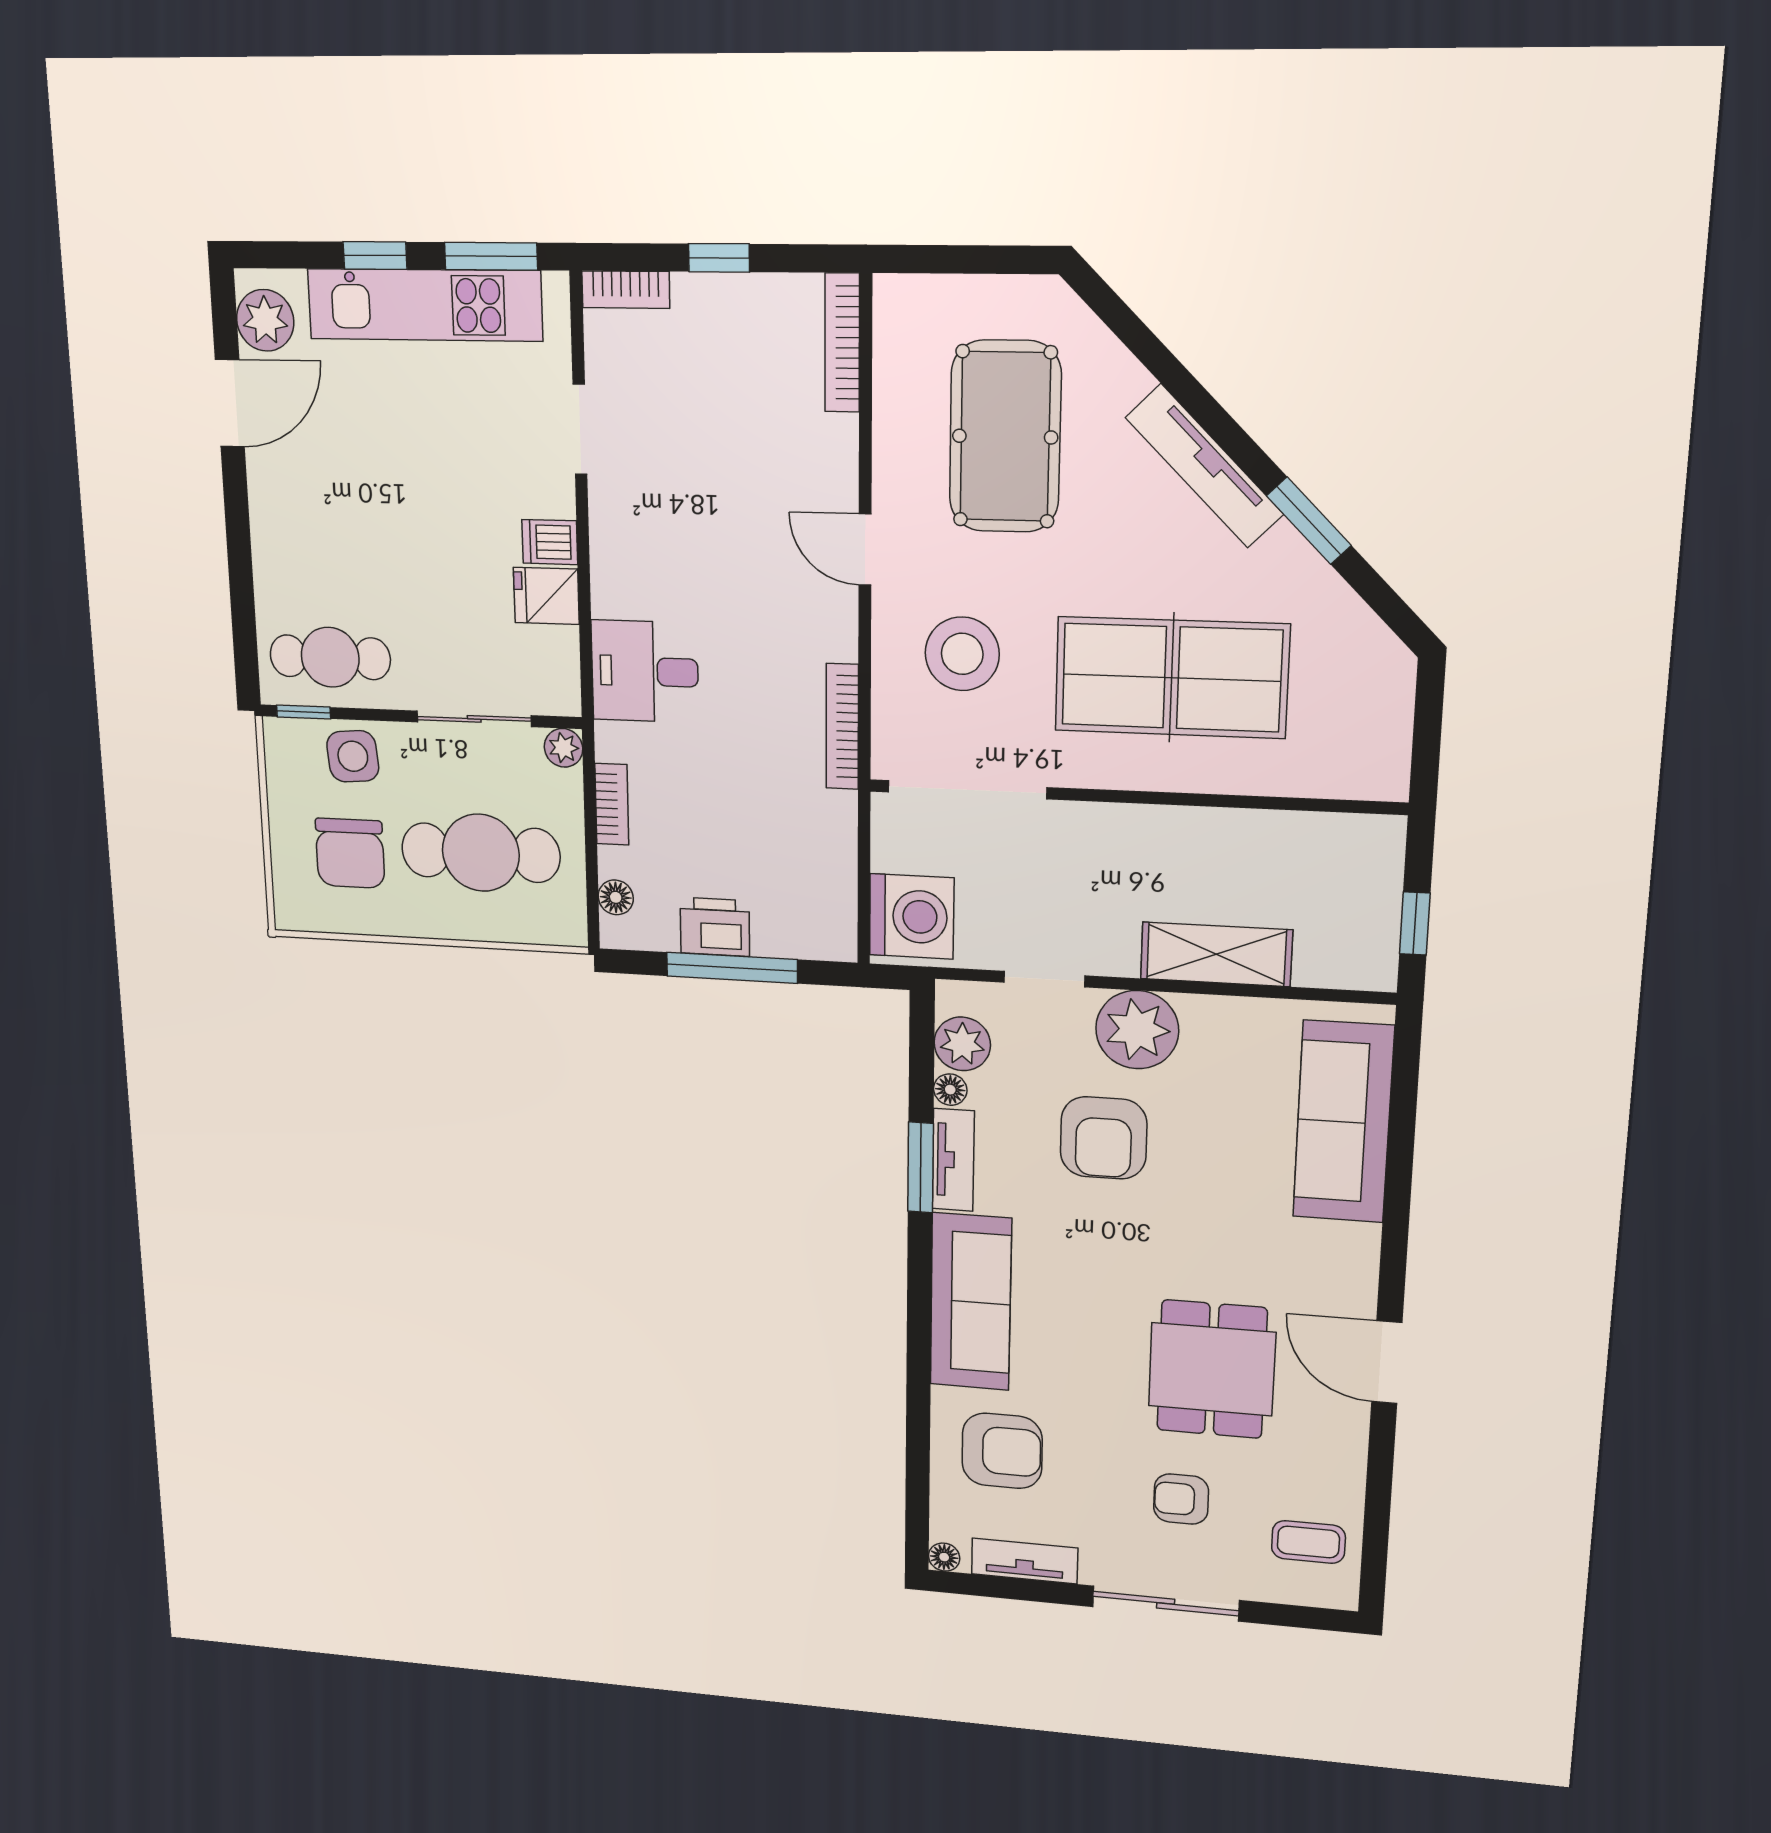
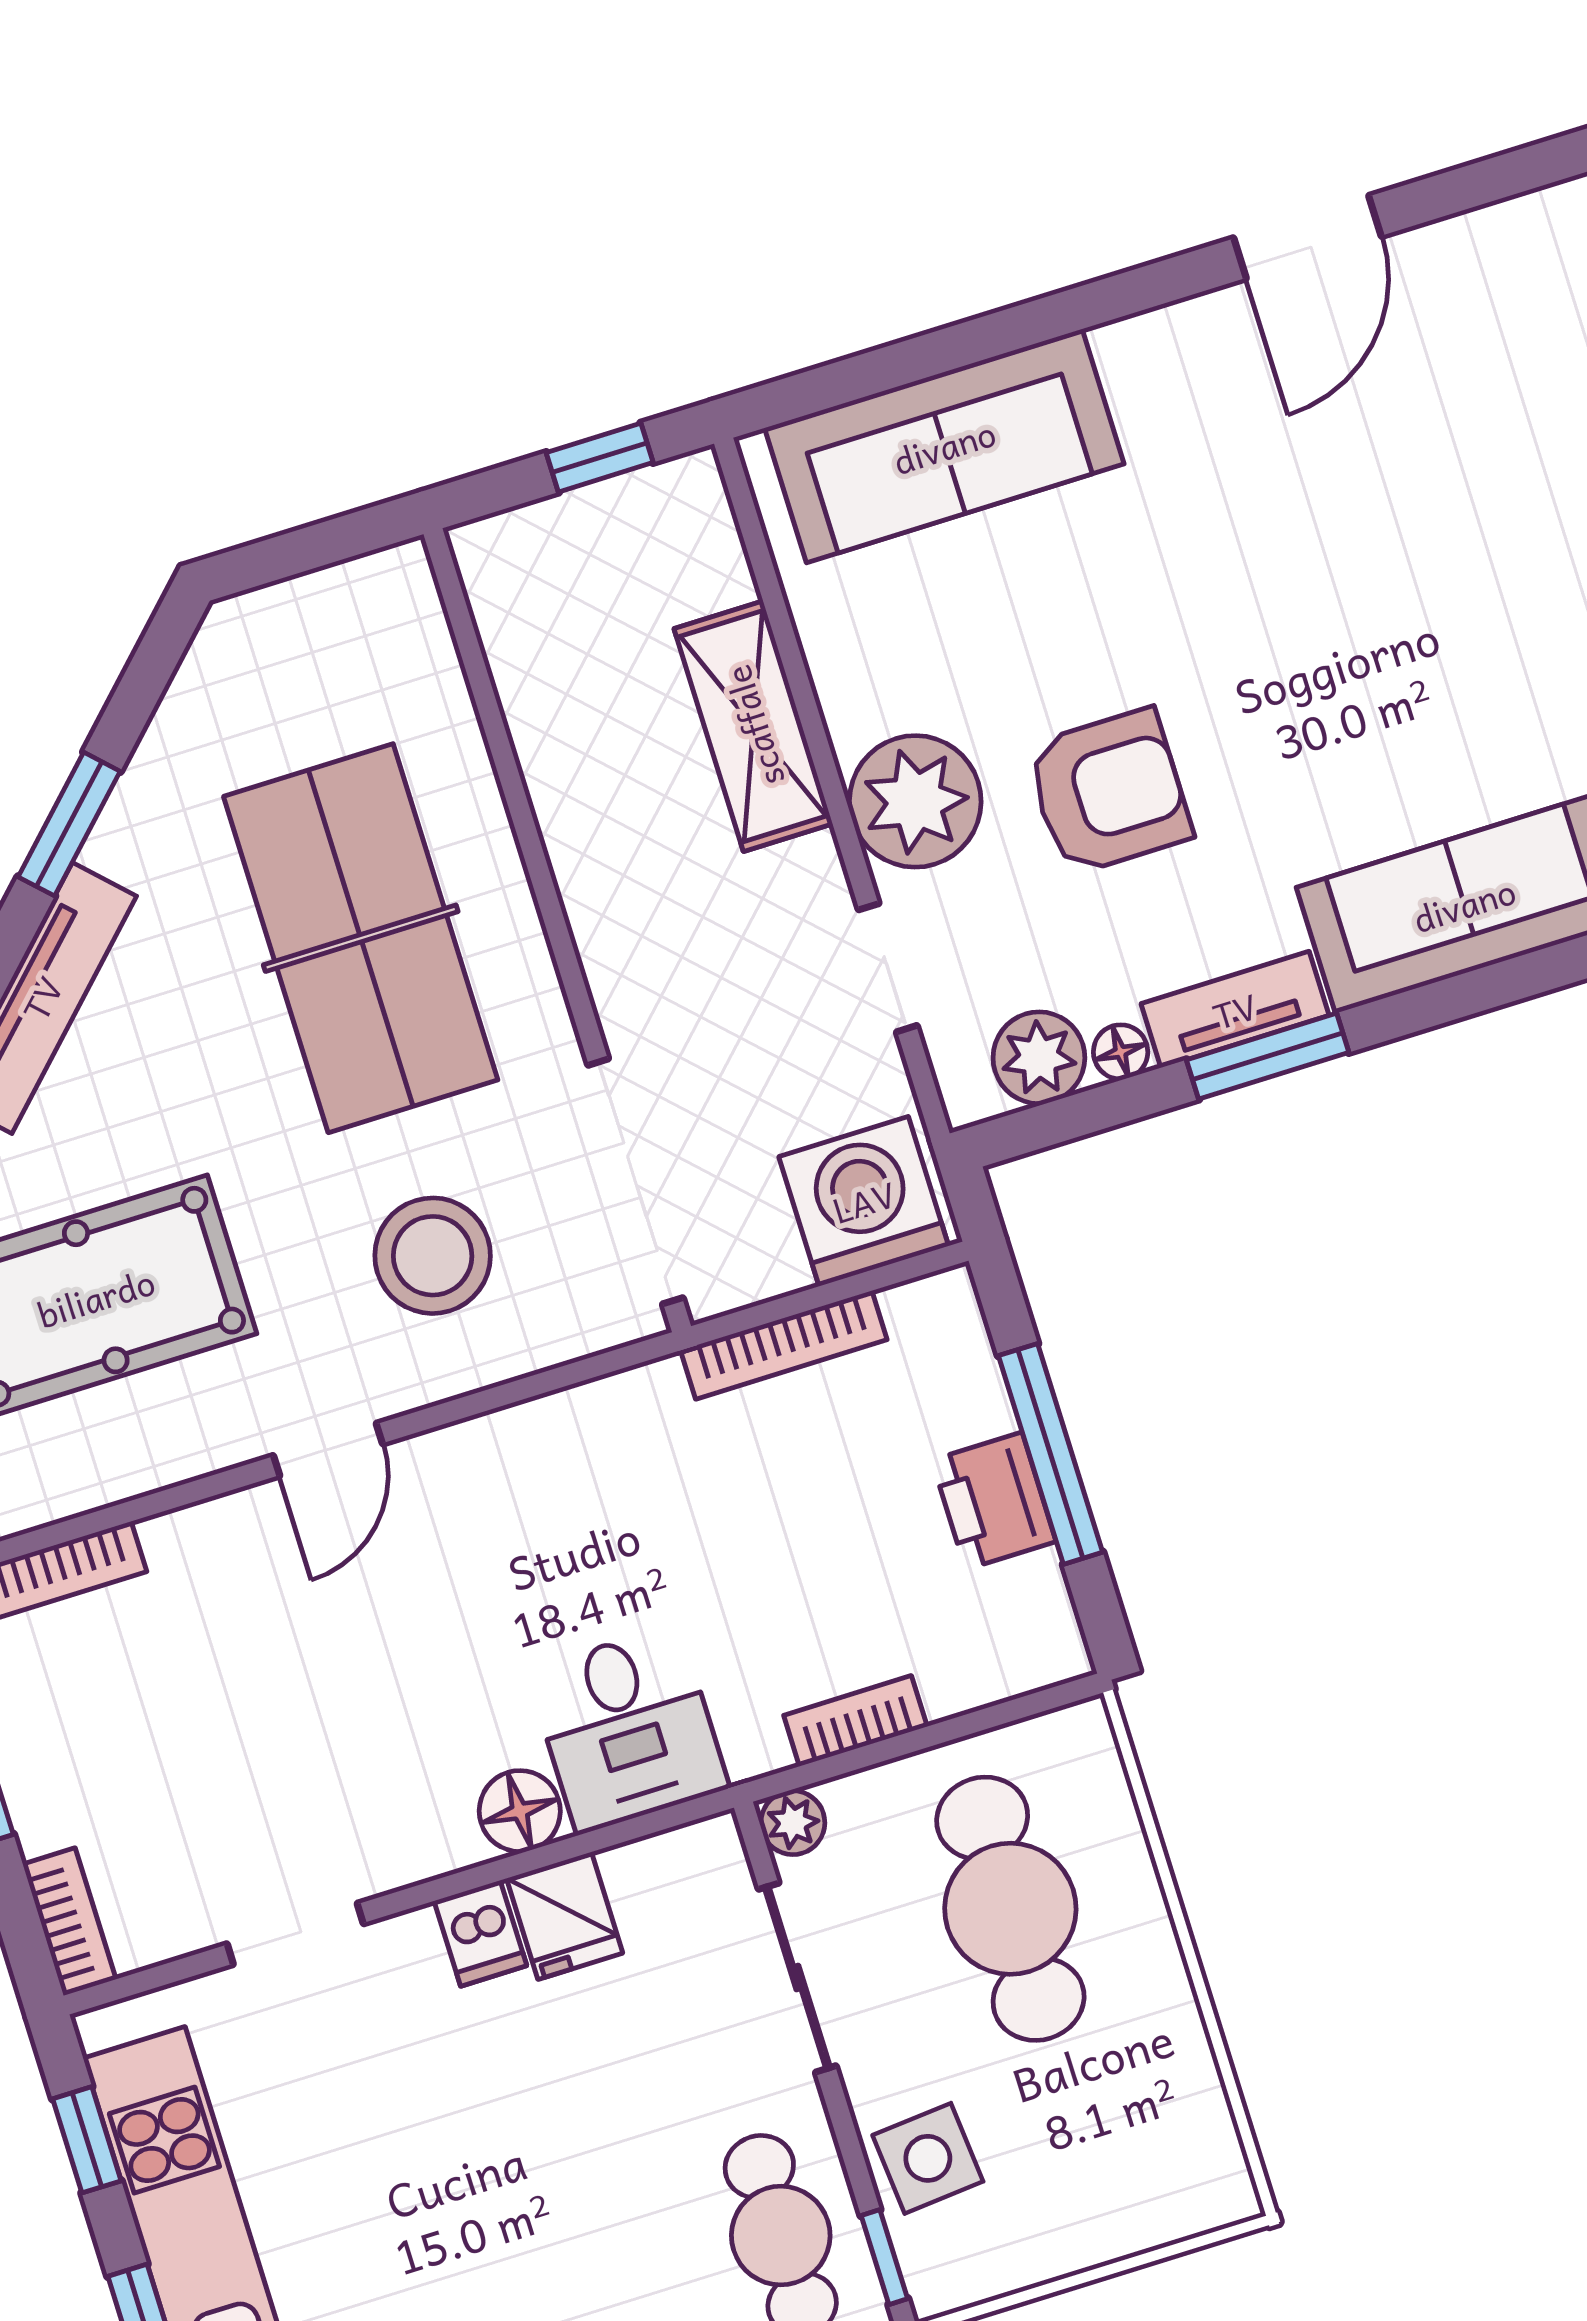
window: (491, 256) -> (87, 2140), width x0.67
bookcase: (842, 727) -> (784, 1345), moved
chair: (350, 853) -> (1089, 2122), removed
floor lamp: (616, 897) -> (520, 1811), moved, width x1.37, depth x1.37
dining table: (1212, 1369) -> (1427, 494), removed

